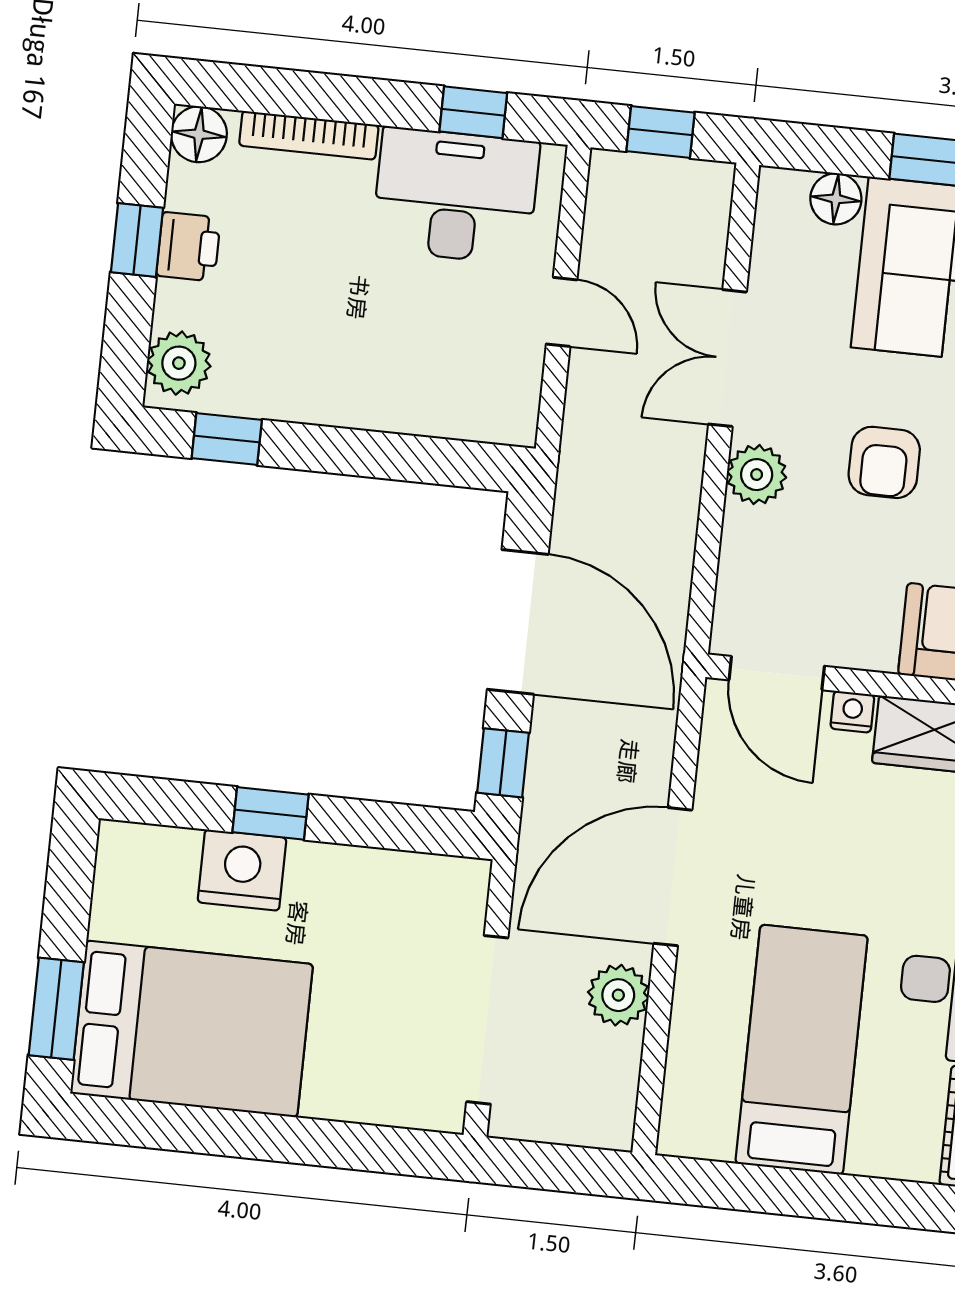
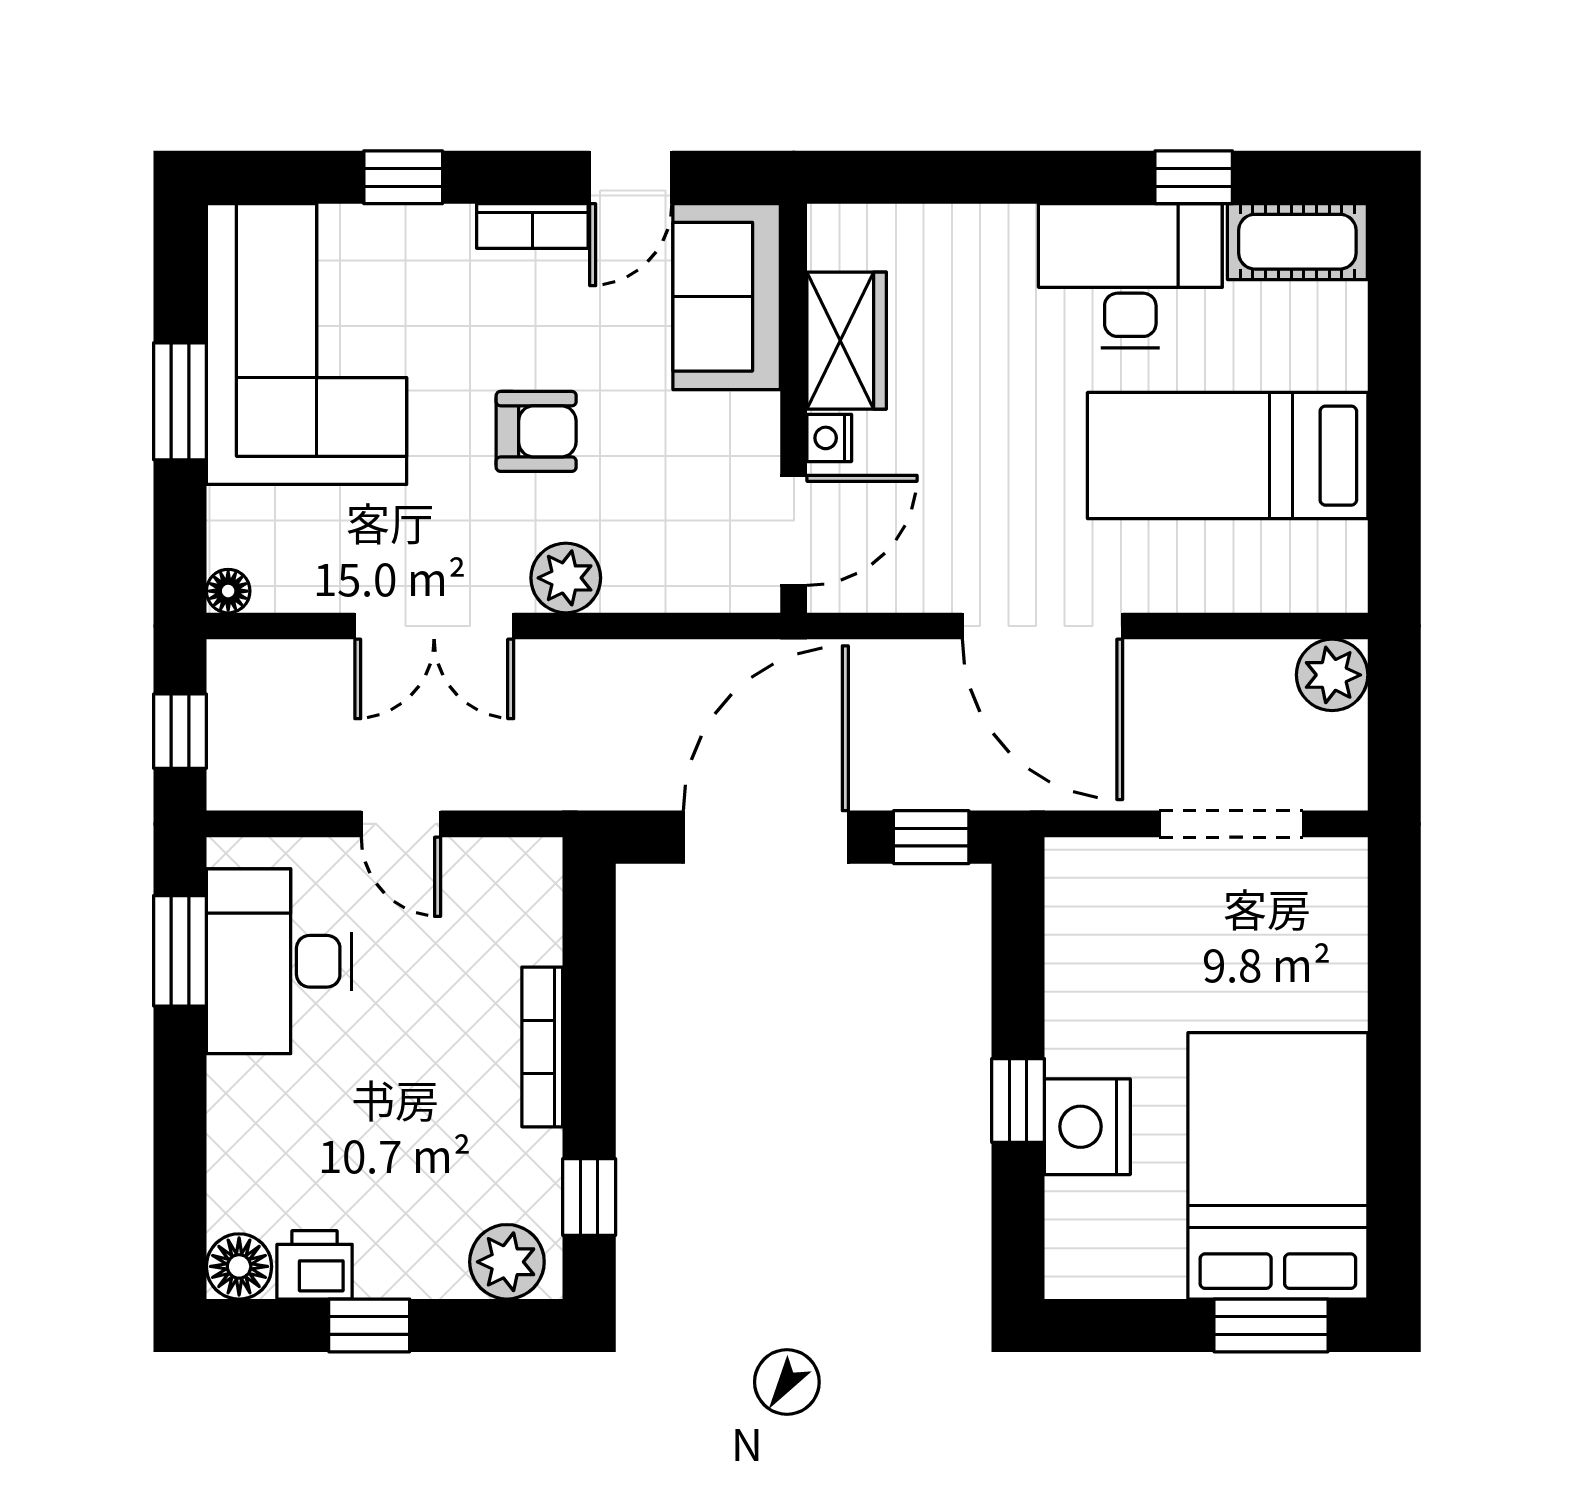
window: (473, 112) -> (180, 951), width x1.50
bookcase: (309, 135) -> (542, 1047), moved, turned 180
floor lamp: (836, 199) -> (228, 591), moved, width x0.73, depth x0.73
printer: (188, 247) -> (315, 1265), moved
door: (562, 312) -> (401, 824), swing flipped
plant: (618, 995) -> (1332, 675), moved
doorway: (487, 1020) -> (1231, 824), width x0.73

